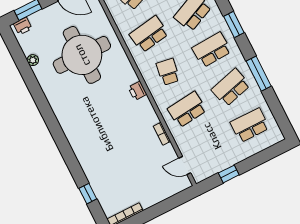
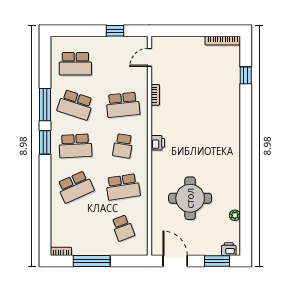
window: (234, 24) -> (45, 142), moved
round table: (82, 55) -> (190, 198), width x0.73, depth x0.73
school desk: (231, 87) -> (75, 105), turned 33
door: (185, 166) -> (149, 57), swing flipped

